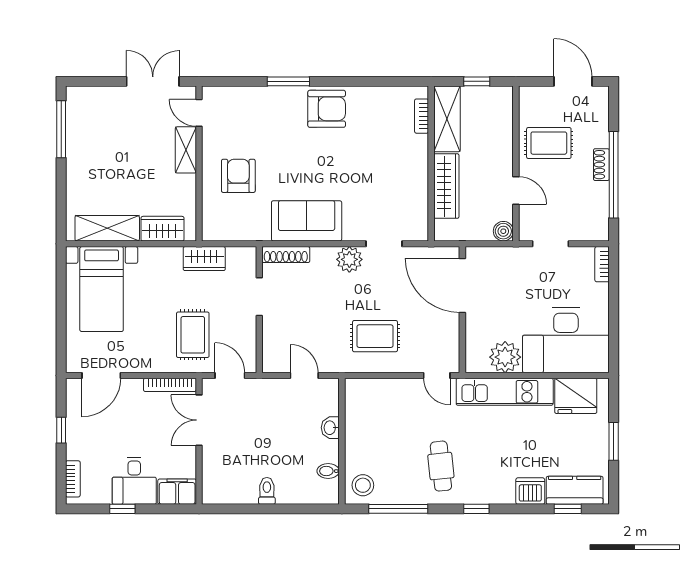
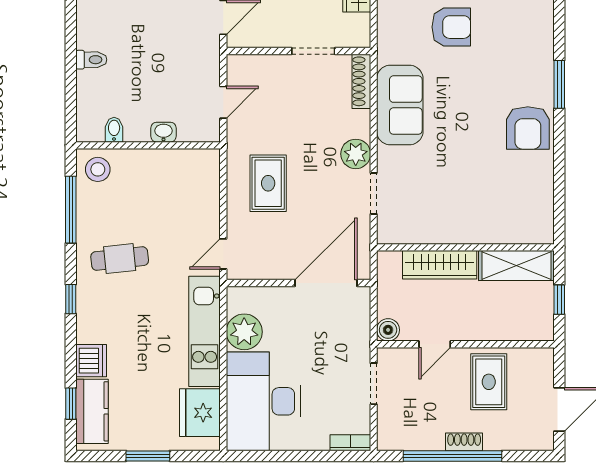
bookcase: (422, 116) -> (520, 236), removed

